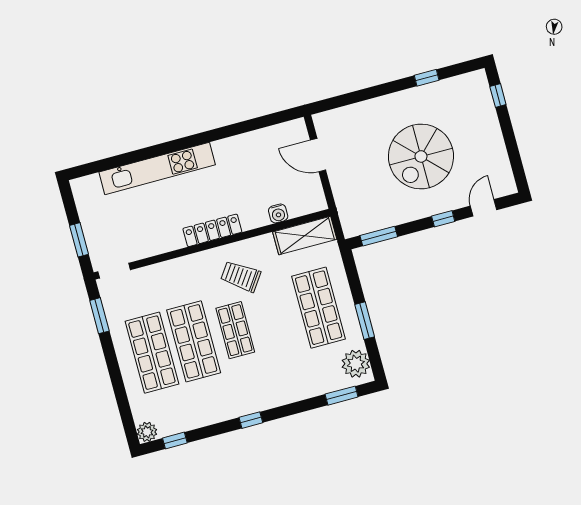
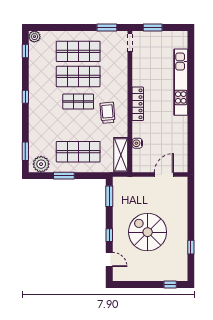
trolley: (241, 276) -> (108, 113), turned -40

